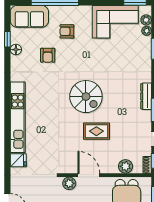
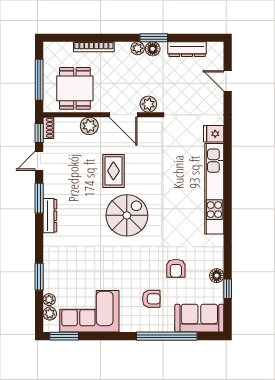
armchair: (48, 55) -> (176, 268), turned 180
spiral stairs: (86, 97) -> (127, 215), turned 90
rug: (96, 131) -> (113, 171), turned 90
plant: (126, 166) -> (89, 126), moved

